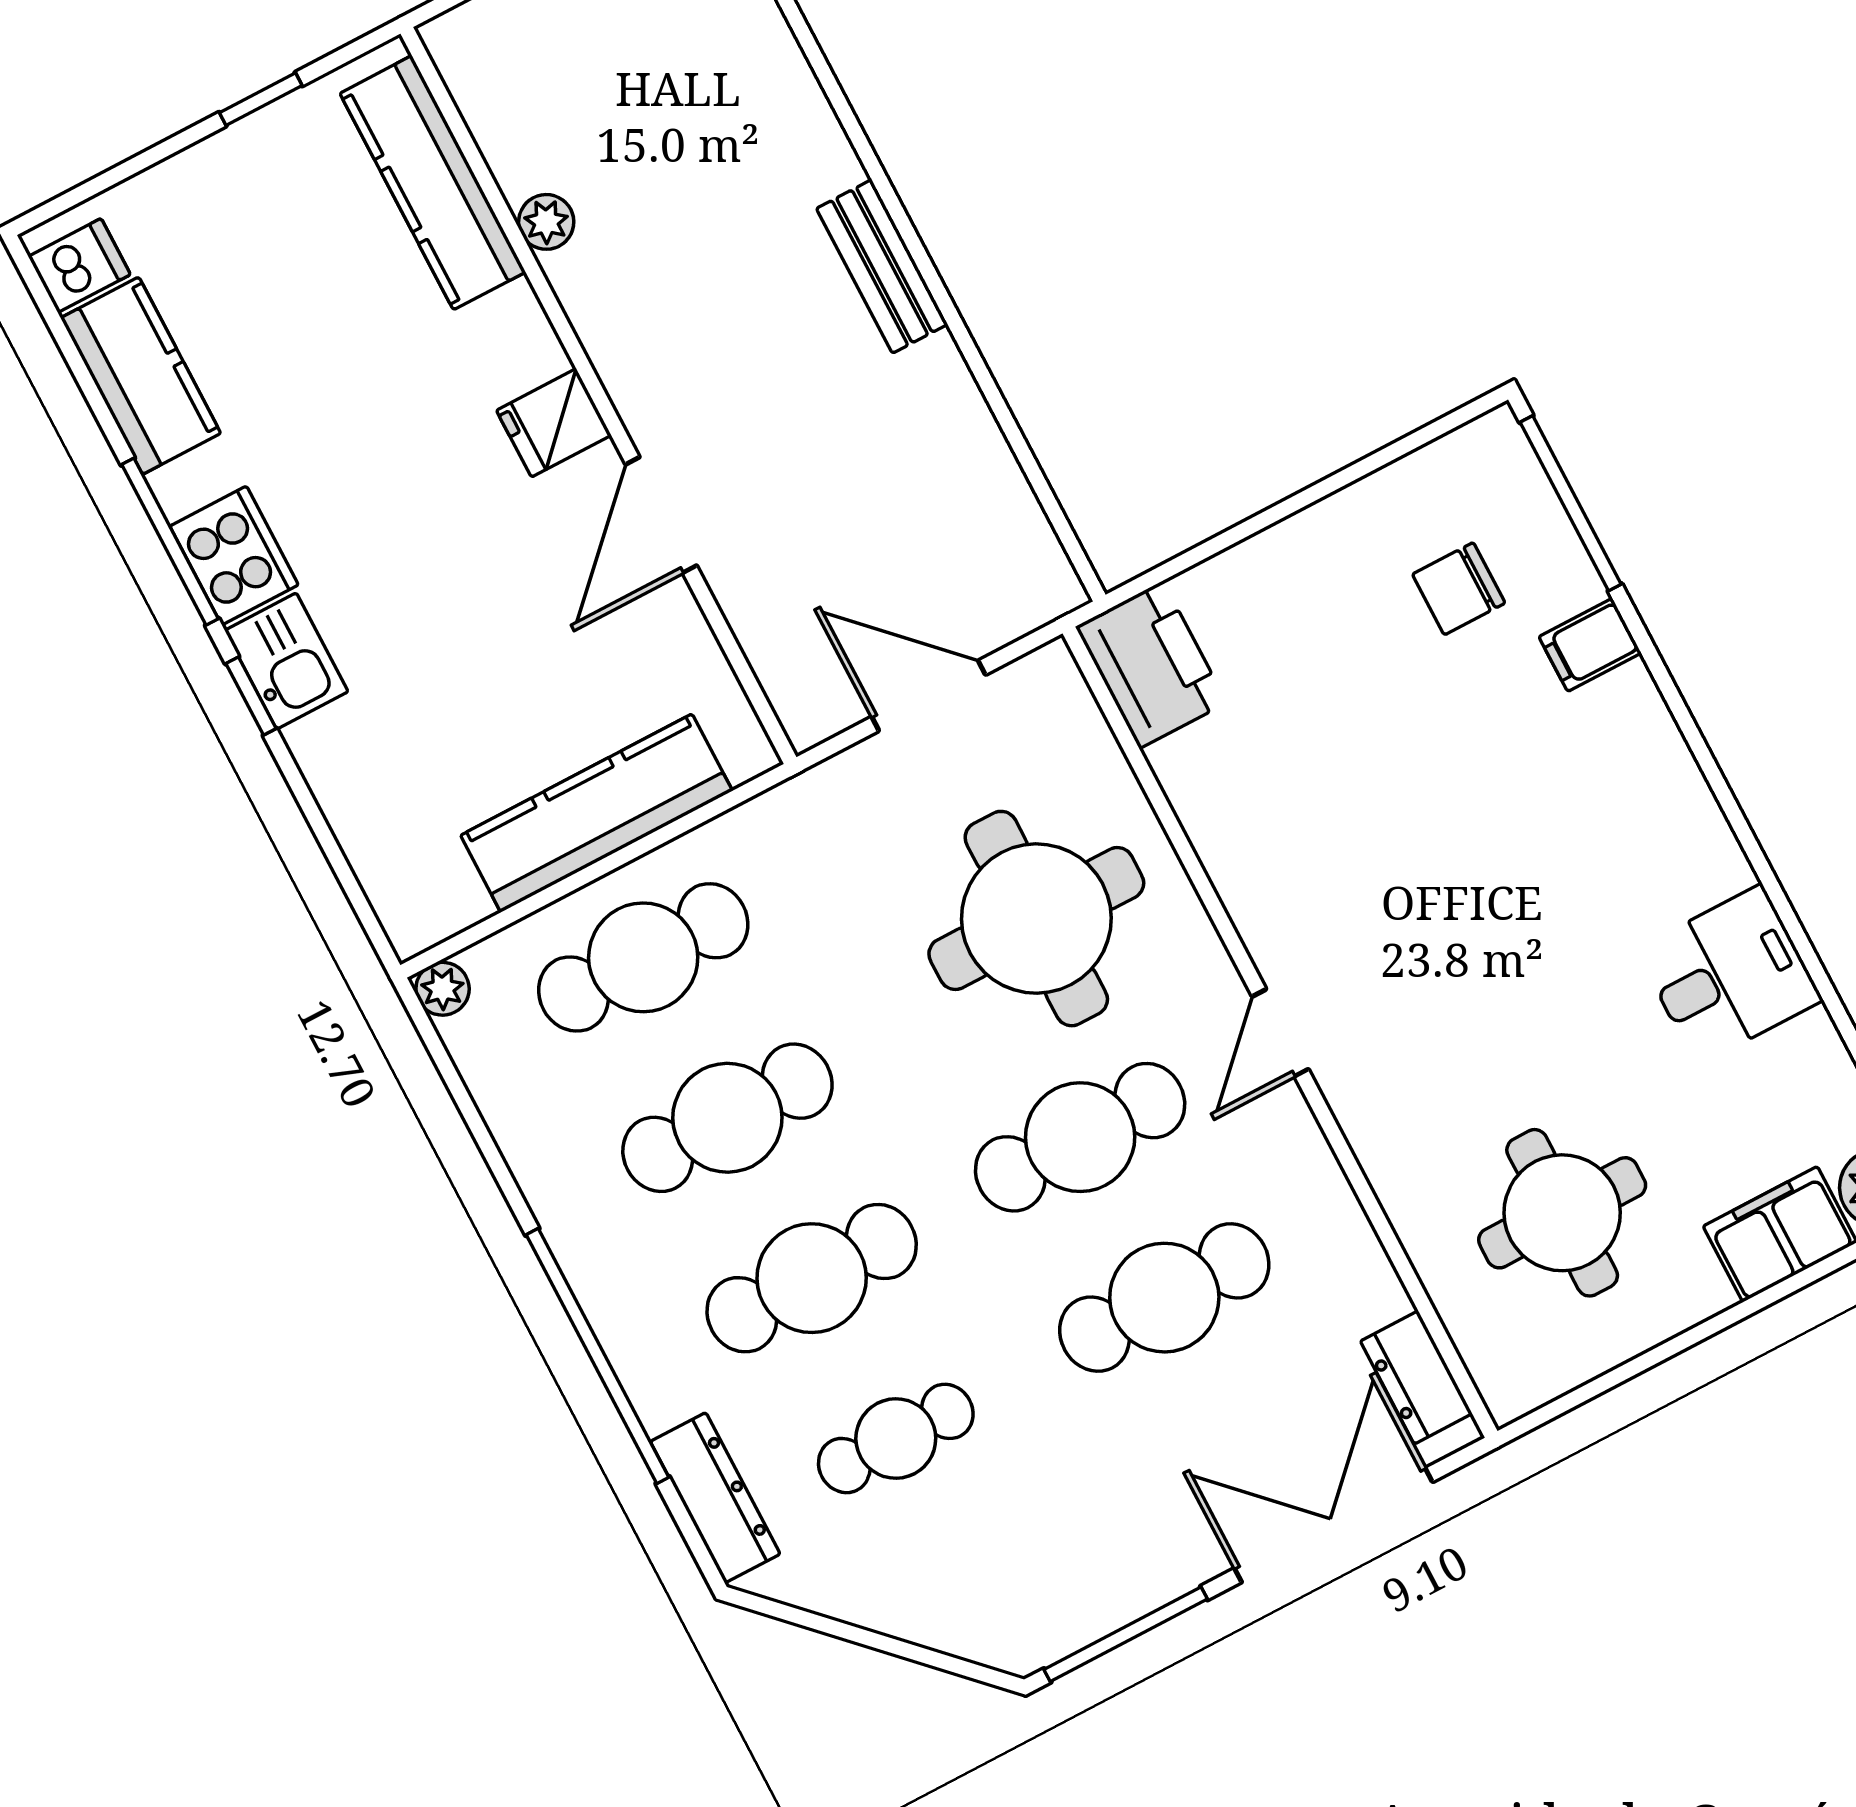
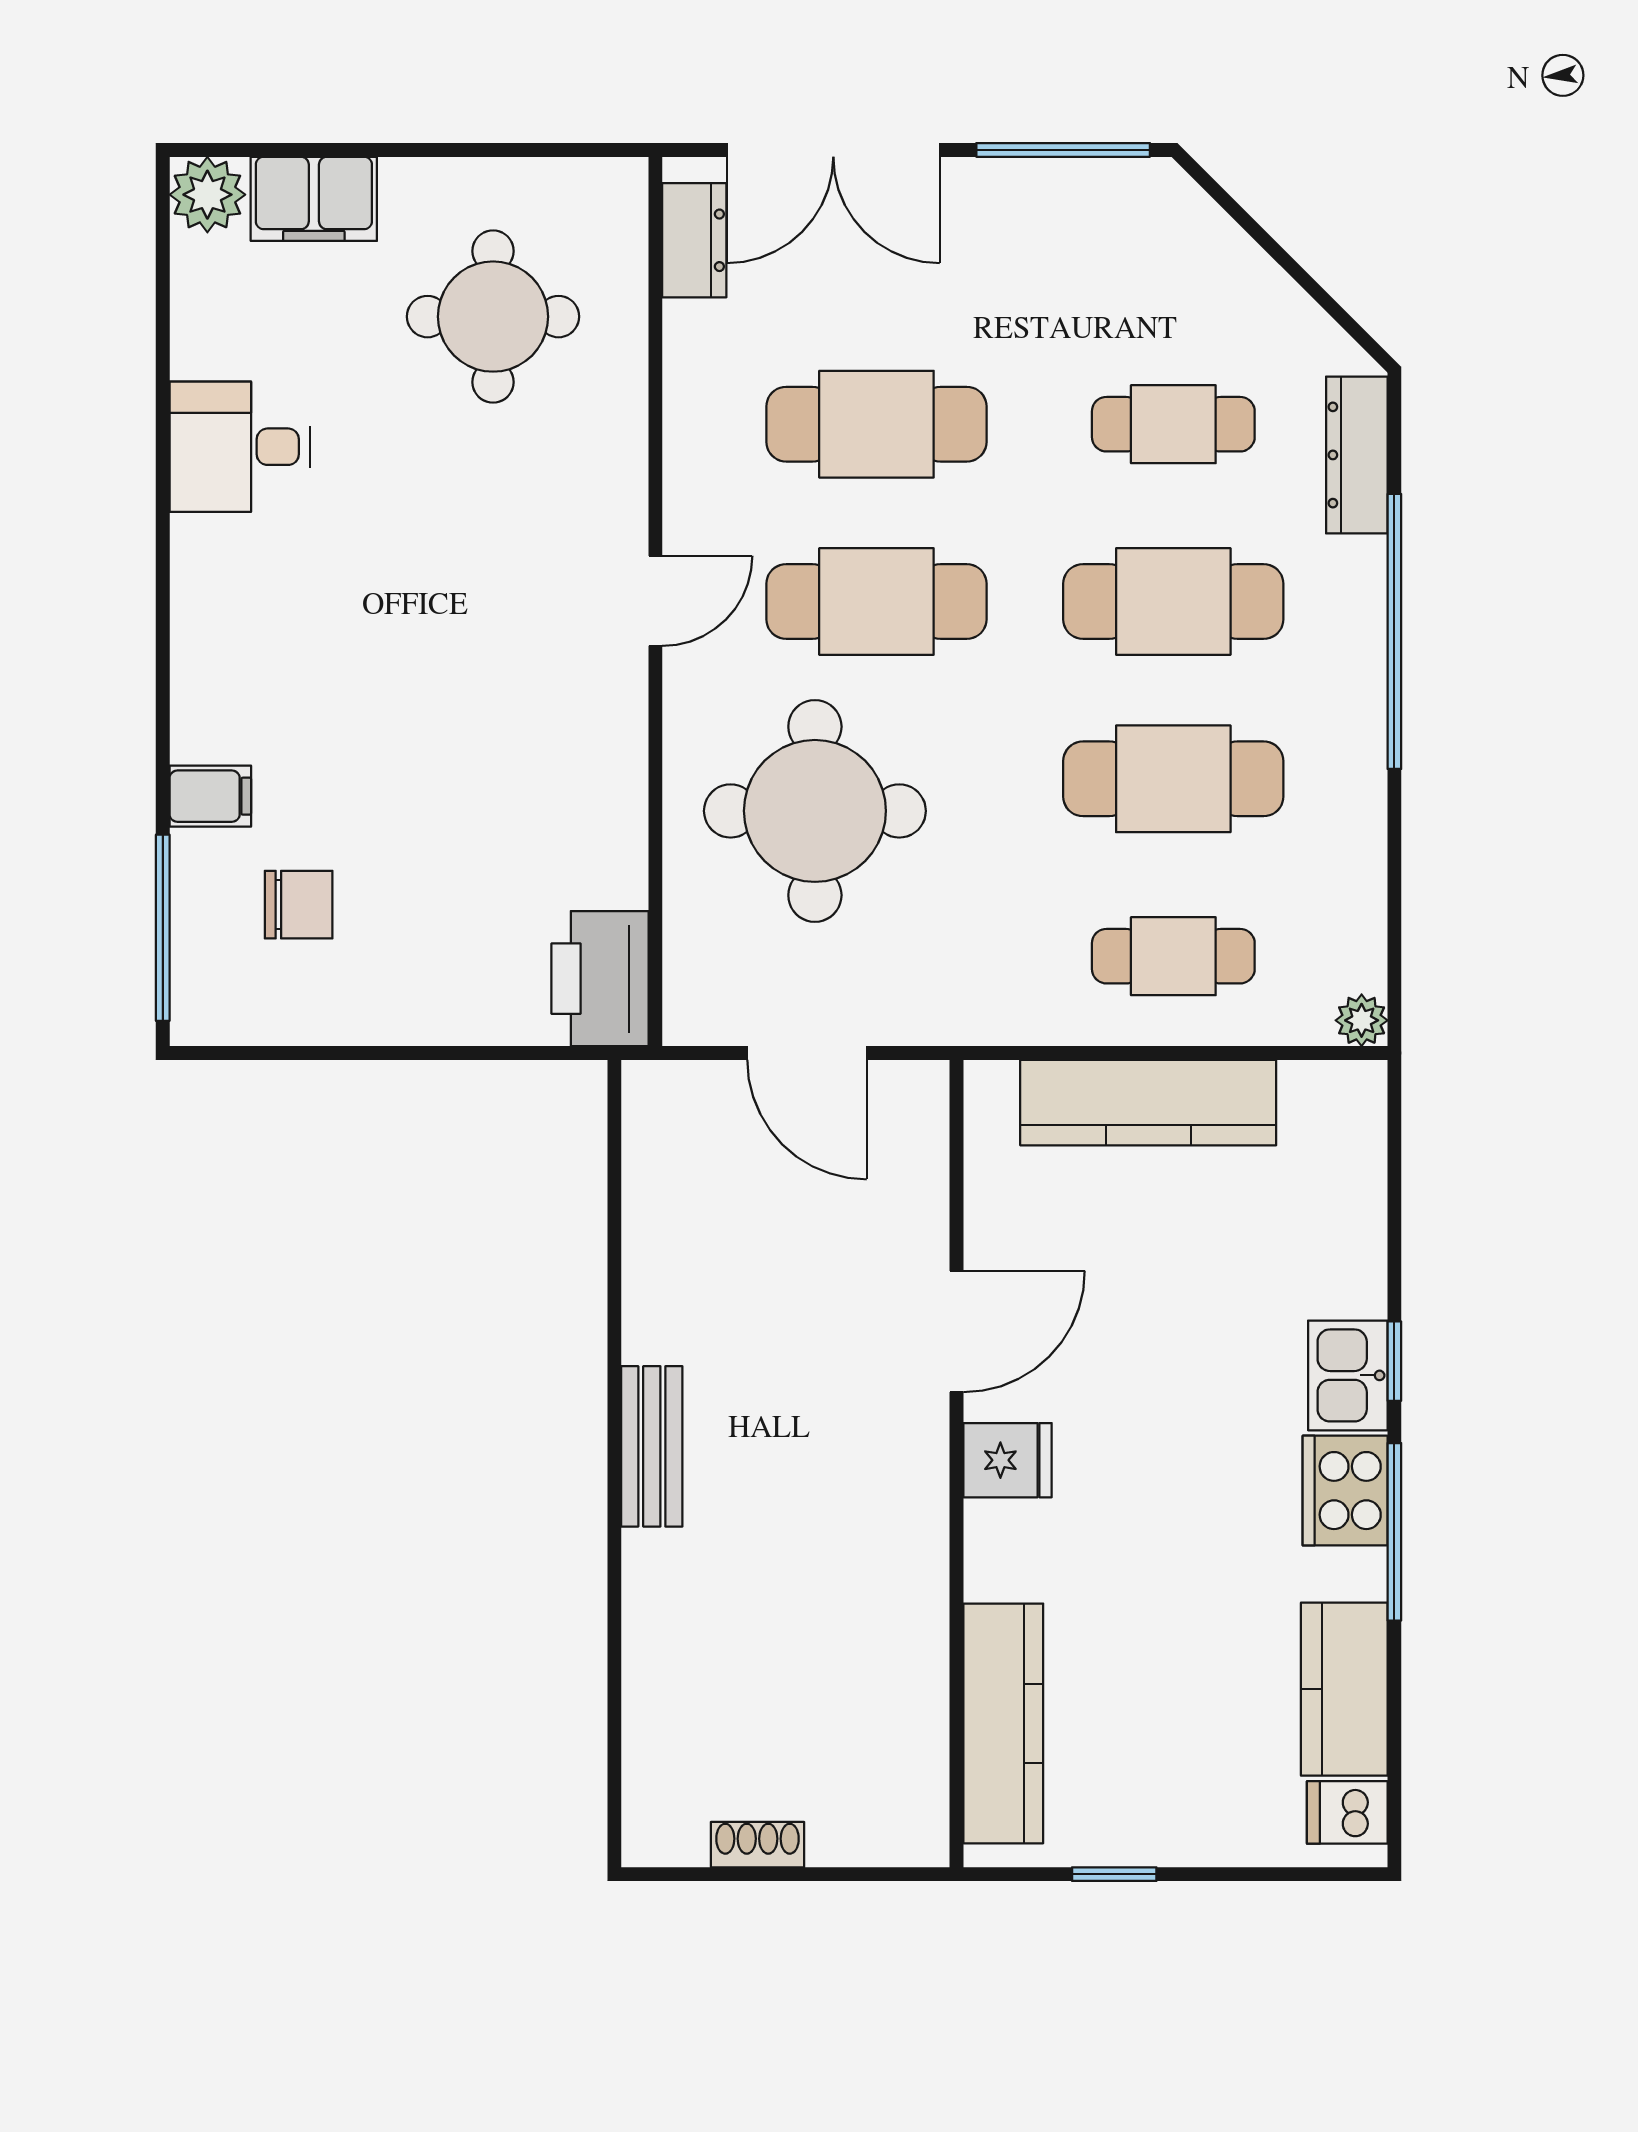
plant: (546, 222) -> (923, 1638), removed
cafe table: (643, 957) -> (1173, 956), width x0.73, depth x0.74

